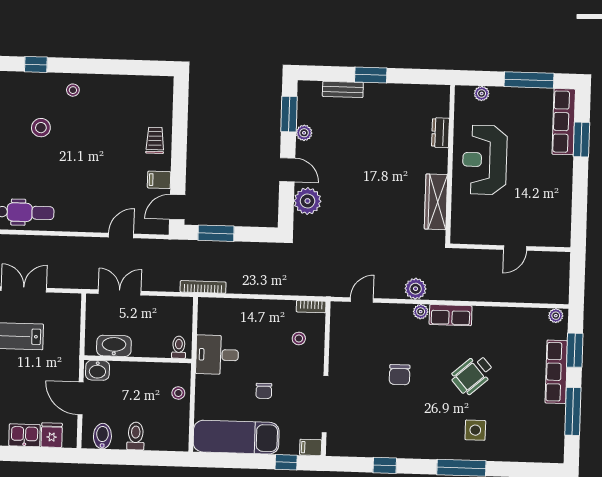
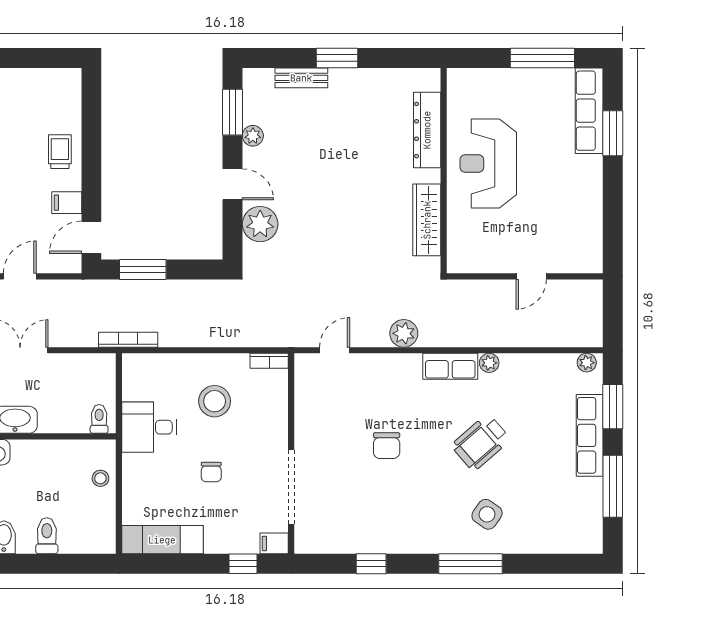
plant: (482, 94) -> (481, 78), removed
dresser: (440, 133) -> (427, 130), width x1.96, depth x1.24
plant: (421, 312) -> (489, 363), moved
stool: (299, 339) -> (215, 401), moved, width x1.89, depth x1.89
side table: (475, 430) -> (487, 514), turned 35
exam couch: (236, 437) -> (162, 540), width x0.73, depth x0.69

